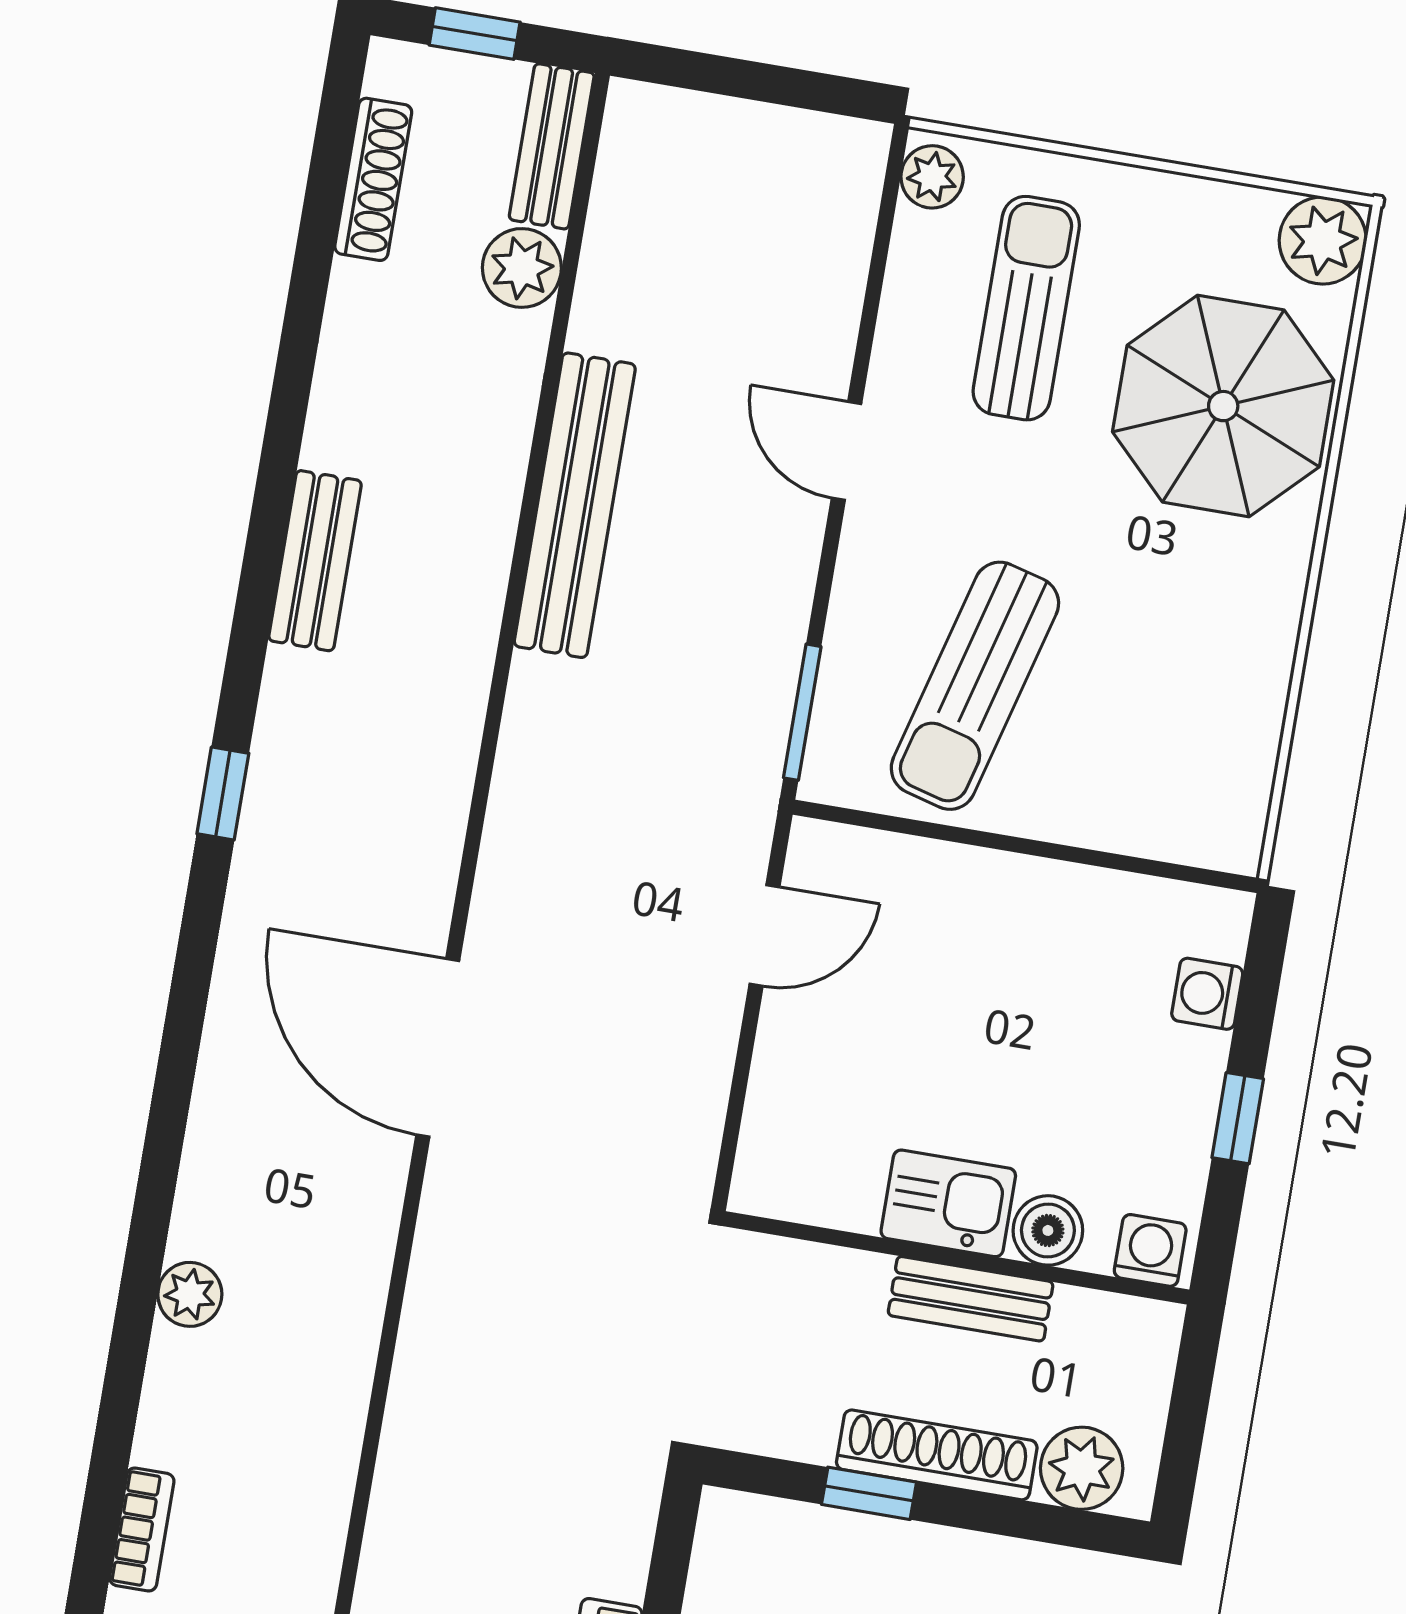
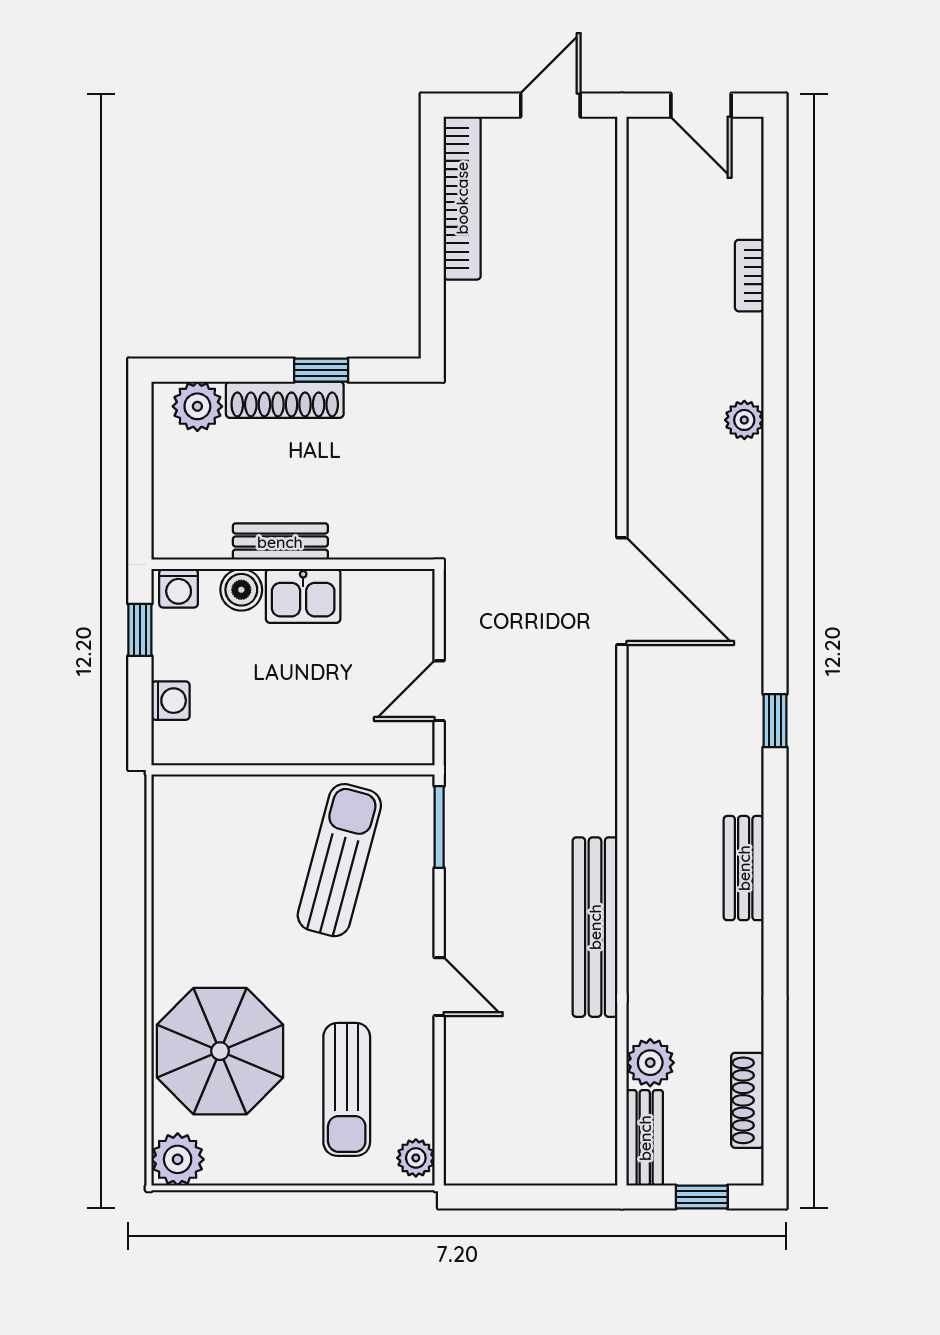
kitchen sink: (948, 1203) -> (303, 596), moved
boiler: (1048, 1230) -> (241, 590), moved
washing machine: (1150, 1250) -> (179, 588), moved
wall: (956, 1258) -> (293, 564), moved
bench: (971, 1299) -> (280, 542), moved

